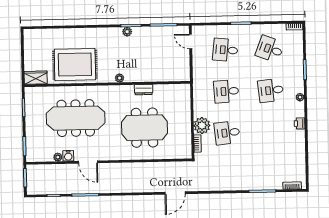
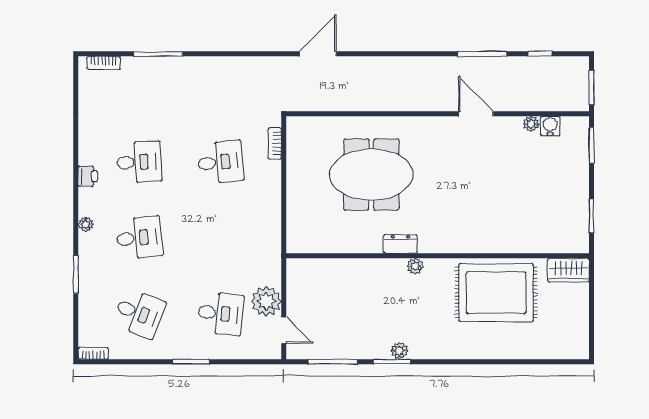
dresser: (144, 90) -> (400, 244), moved
desk: (226, 91) -> (139, 162), moved
meeting table: (76, 118) -> (497, 195), removed
plant: (202, 126) -> (266, 301), moved
water cooler: (68, 156) -> (550, 126), moved

